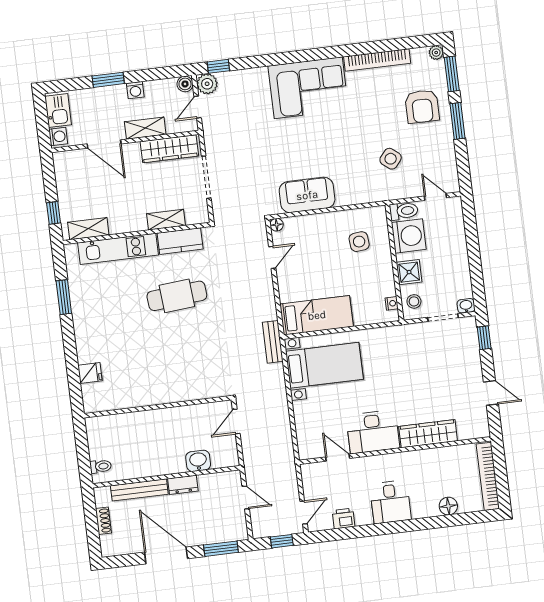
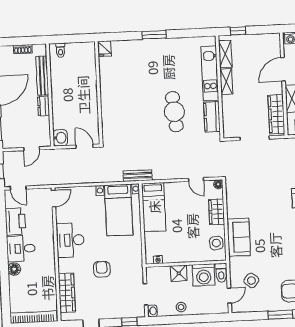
side table: (391, 159) -> (251, 280), moved
sofa: (307, 195) -> (239, 237), moved
shelving: (166, 220) -> (226, 82), moved
wardrobe: (316, 224) -> (217, 212), added
side table: (359, 242) -> (216, 243), moved
window: (64, 297) -> (154, 35), moved
stool: (414, 301) -> (181, 307), moved
fridge: (90, 373) -> (104, 49), moved
armchair: (412, 383) -> (102, 269), added
wardrobe: (428, 434) -> (67, 293), moved
door: (338, 458) -> (53, 199), moved
washbasin: (198, 461) -> (60, 138), moved
floor lamp: (448, 506) -> (14, 269), moved
printer: (344, 519) -> (15, 221), width x1.87, depth x1.48

